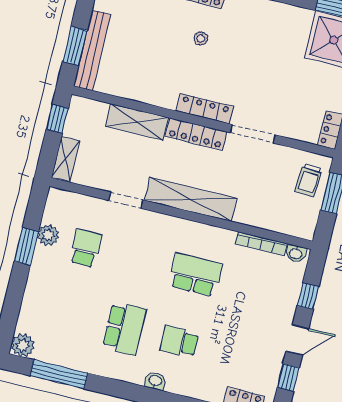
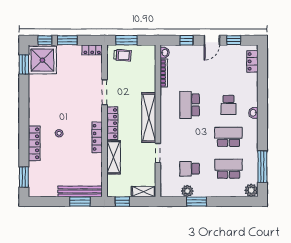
locker: (205, 109) -> (97, 137), moved
school desk: (69, 315) -> (228, 169), added
door: (297, 340) -> (212, 40), swing flipped

